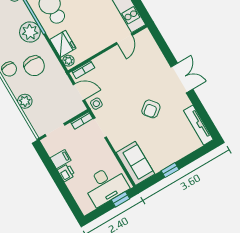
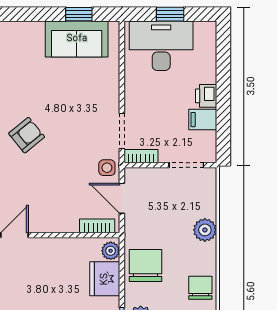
chair: (34, 66) -> (146, 265), moved
armchair: (151, 109) -> (27, 135), moved
sofa: (135, 163) -> (77, 39), moved, turned -90
window: (170, 170) -> (79, 14), moved
window: (121, 199) -> (170, 14), moved

